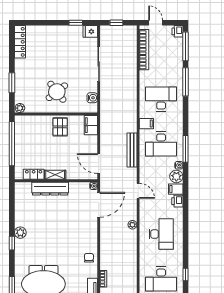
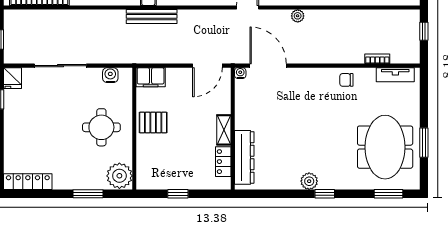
round table: (57, 92) -> (101, 127), turned 38
plant: (20, 108) -> (119, 176), width x1.88, depth x1.88
window: (12, 144) -> (178, 194), width x0.32
bench: (132, 150) -> (152, 16), moved
dresser: (50, 189) -> (244, 157), moved

